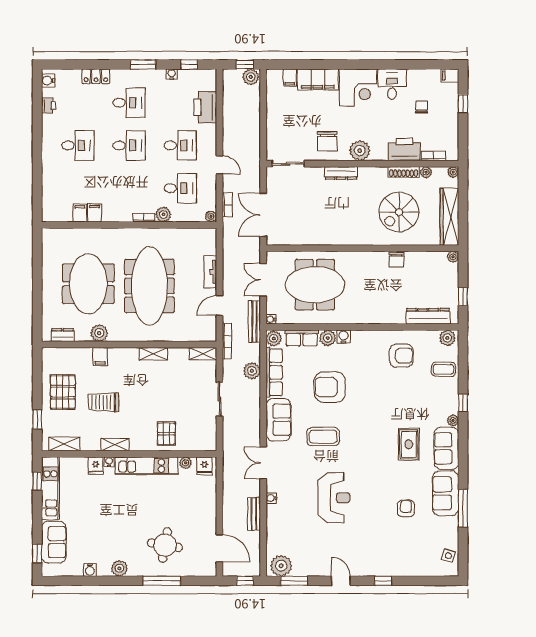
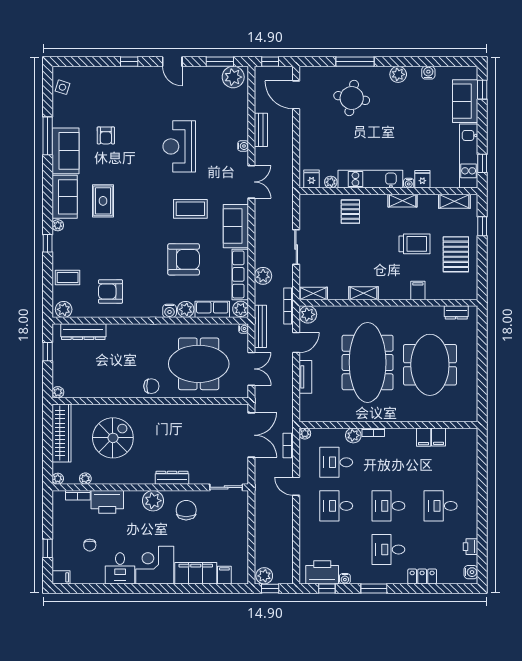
printer: (205, 107) -> (322, 572), moved, turned -90
shoe rack: (404, 172) -> (108, 479), removed
chair: (397, 260) -> (151, 386), moved, turned 90
plant: (99, 333) -> (308, 314), moved

